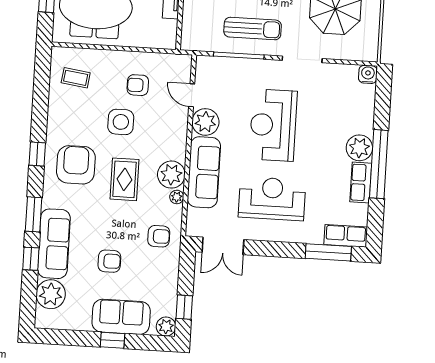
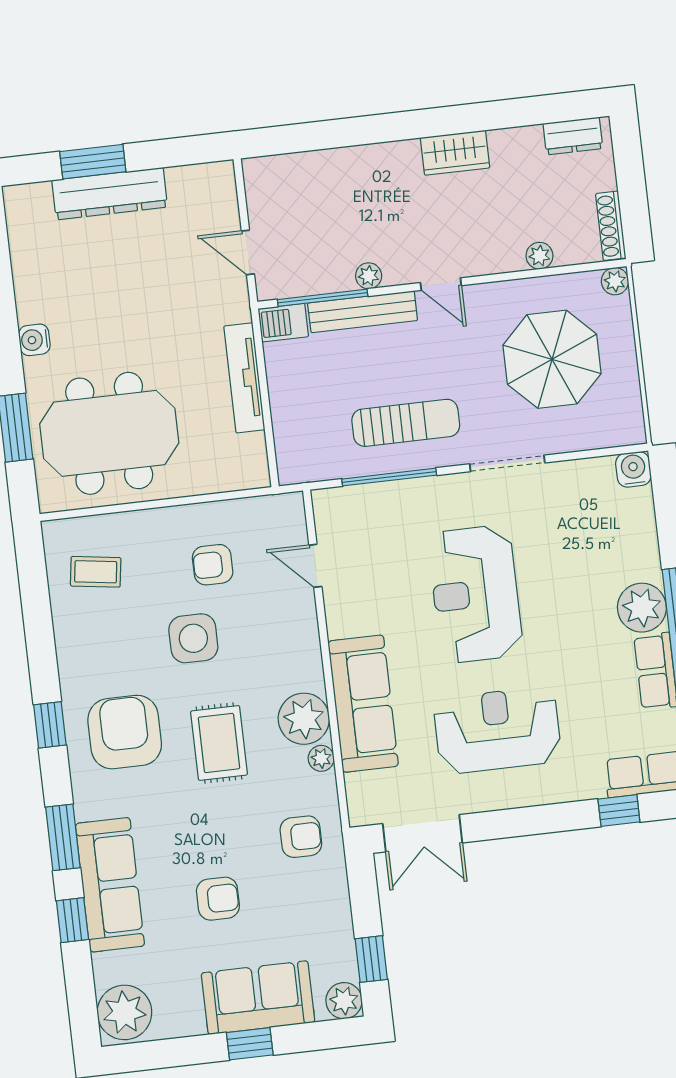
plant: (205, 122) -> (349, 611), removed
window: (328, 252) -> (619, 811), width x0.46
plant: (51, 294) -> (124, 1012), moved

